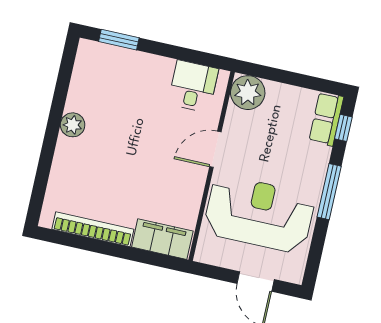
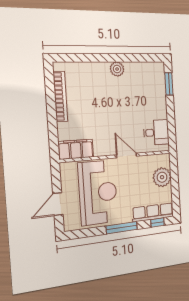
plant: (248, 93) -> (162, 177), moved
row of seats: (326, 119) -> (153, 212), width x1.48
filing cabinet: (162, 239) -> (76, 149), moved, turned -90

